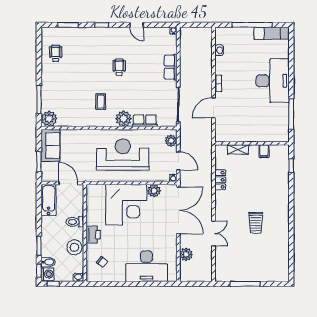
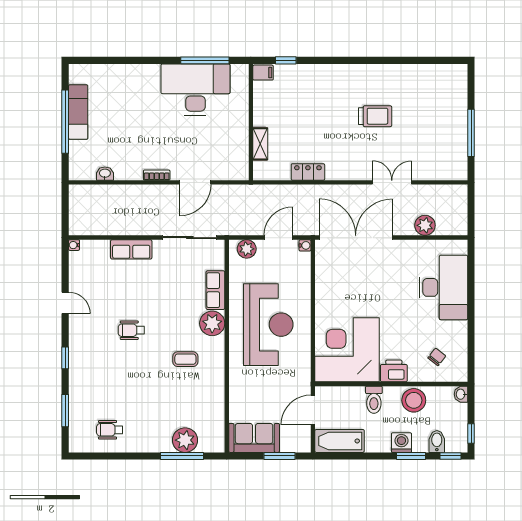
door: (137, 25) -> (65, 303), hinge flipped
exam couch: (272, 33) -> (78, 112), moved
desk: (273, 81) -> (195, 90), moved
door: (213, 108) -> (195, 182), hinge flipped
plant: (49, 119) -> (185, 440), moved
filing cabinet: (264, 151) -> (263, 73), moved
reception desk: (123, 155) -> (268, 325), turned 180
plant: (154, 191) -> (325, 275), removed
corner desk: (126, 205) -> (347, 350), moved, turned -90
washing machine: (47, 274) -> (401, 443), moved

